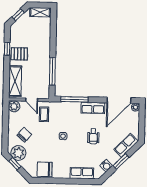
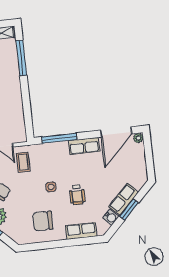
window: (52, 71) -> (21, 58), moved
wheelchair: (93, 136) -> (77, 195), moved
row of seats: (126, 145) -> (124, 199), moved
chair: (45, 169) -> (43, 221), moved

